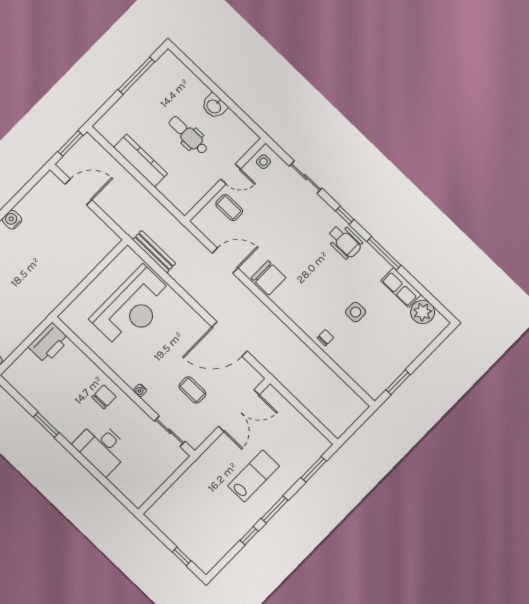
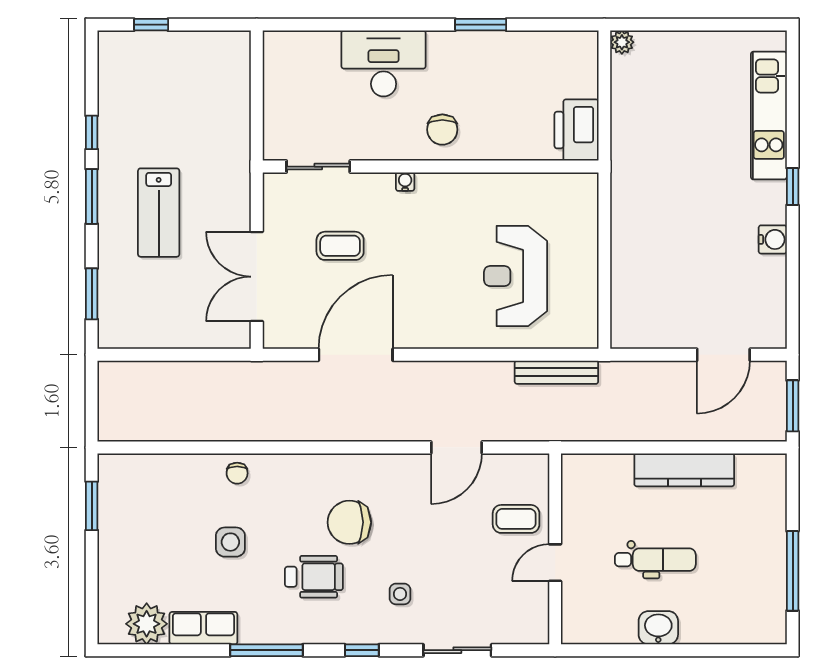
side table: (263, 162) -> (400, 594), moved
wheelchair: (345, 241) -> (314, 577), moved, turned 180
chair: (268, 278) -> (349, 522), moved
reception desk: (132, 307) -> (516, 276), width x0.74, depth x0.77

